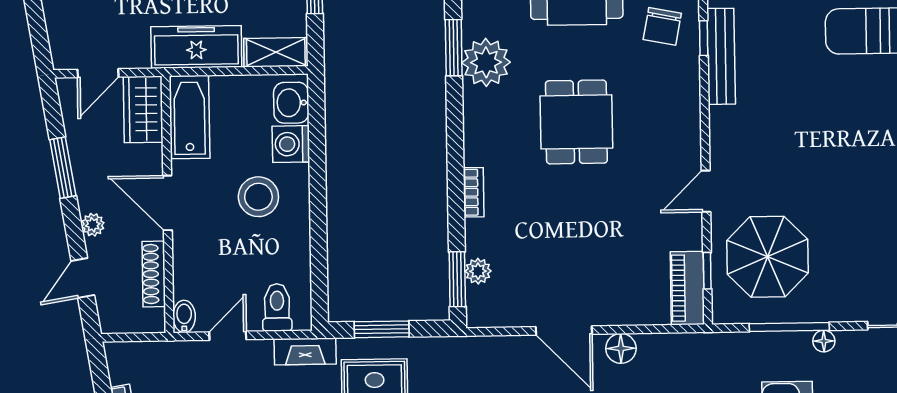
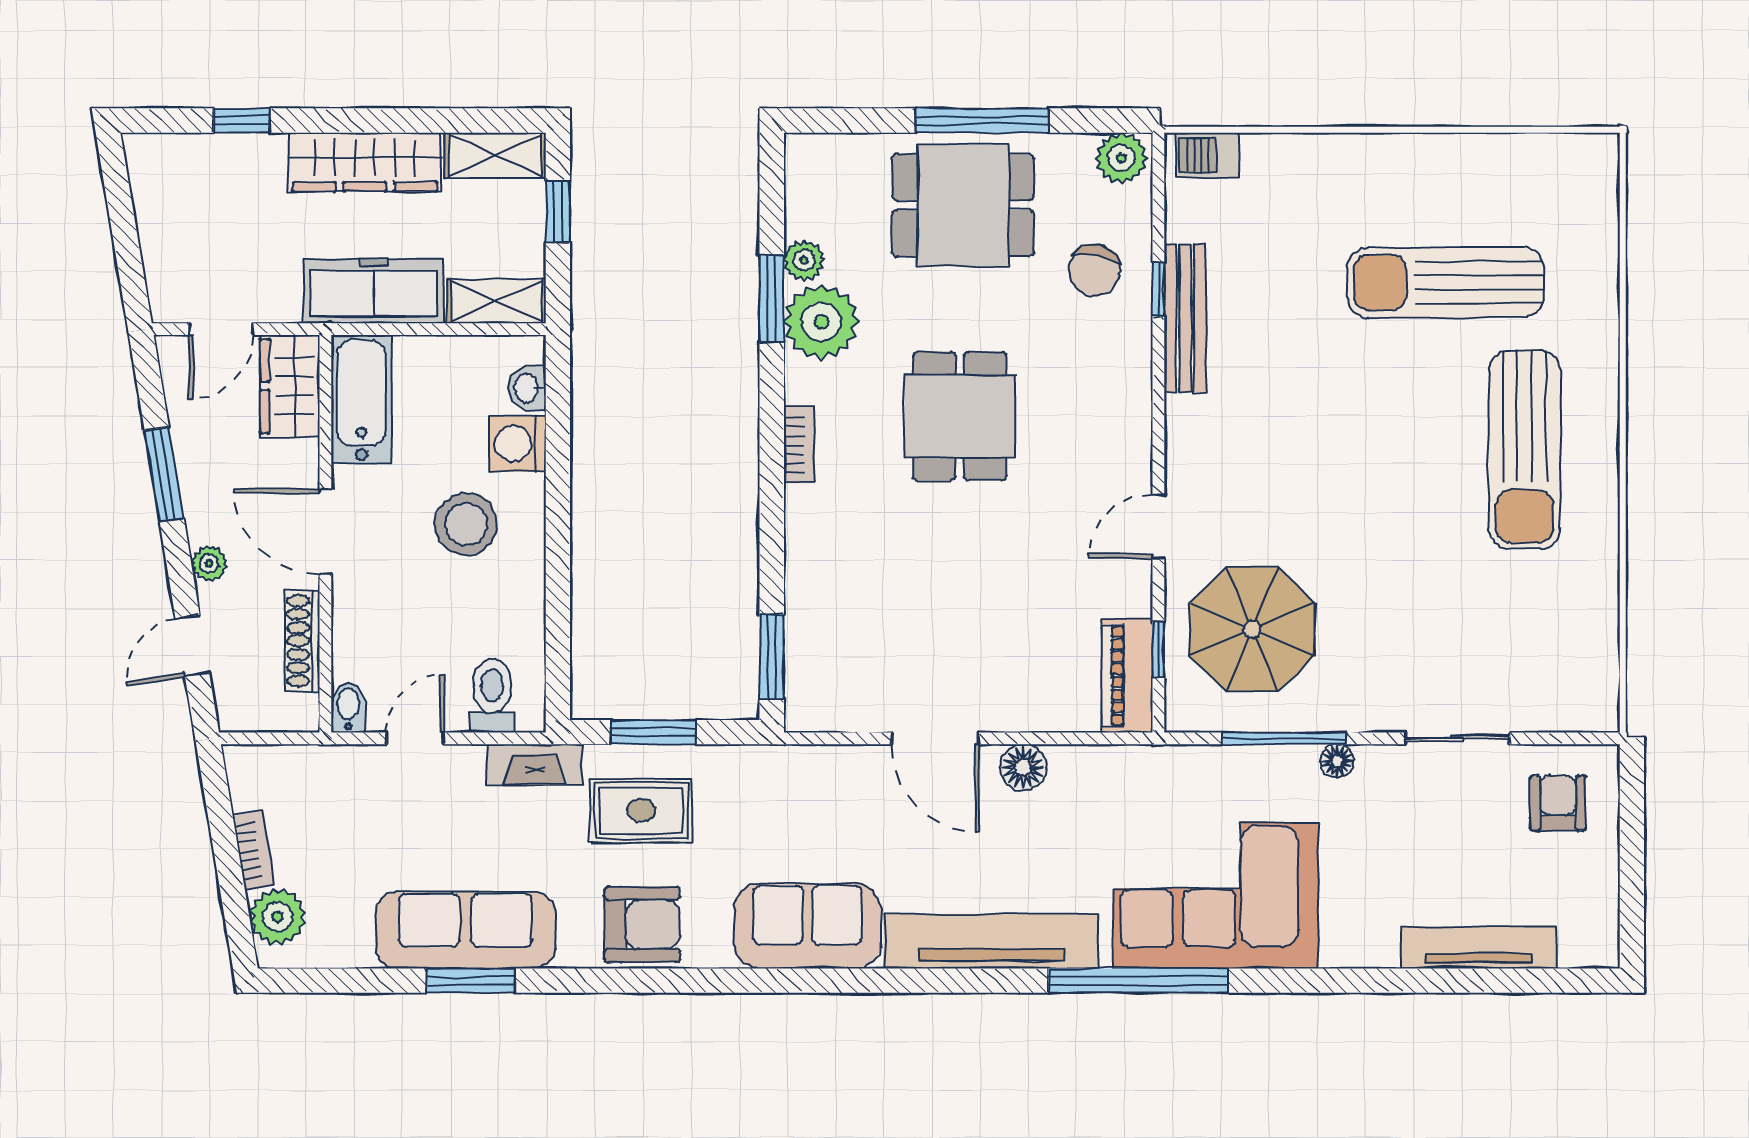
washbasin: (291, 103) -> (527, 388), width x0.72, depth x0.69
bookcase: (474, 192) -> (799, 445), moved
plant: (478, 271) -> (804, 260), moved

